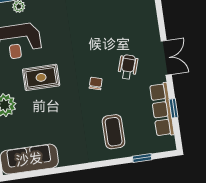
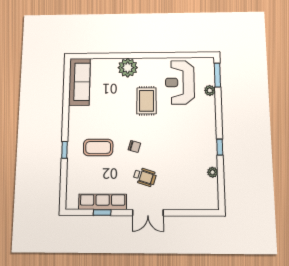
coffee table: (114, 132) -> (98, 147), moved
window: (142, 158) -> (64, 150), moved

